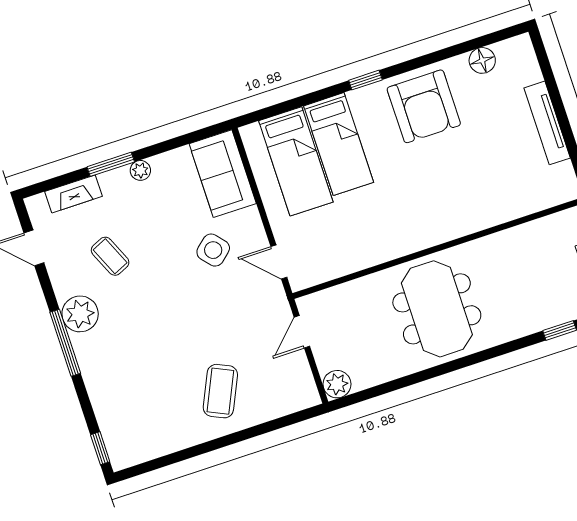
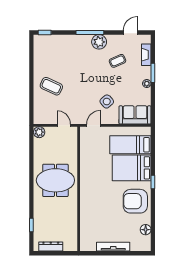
bed: (339, 144) -> (132, 168), width x1.50

